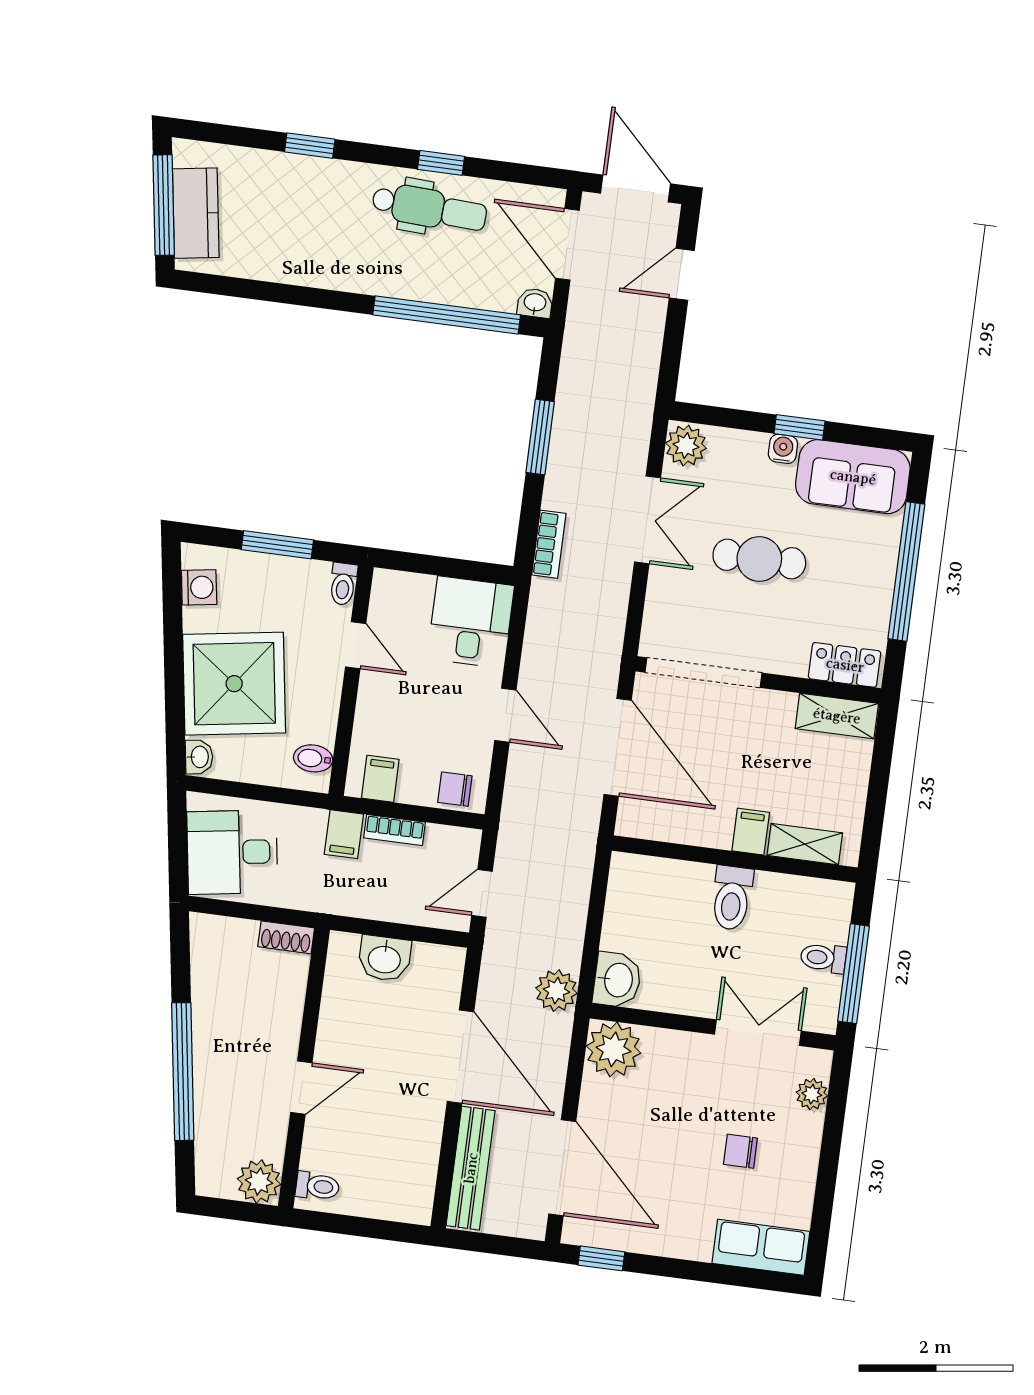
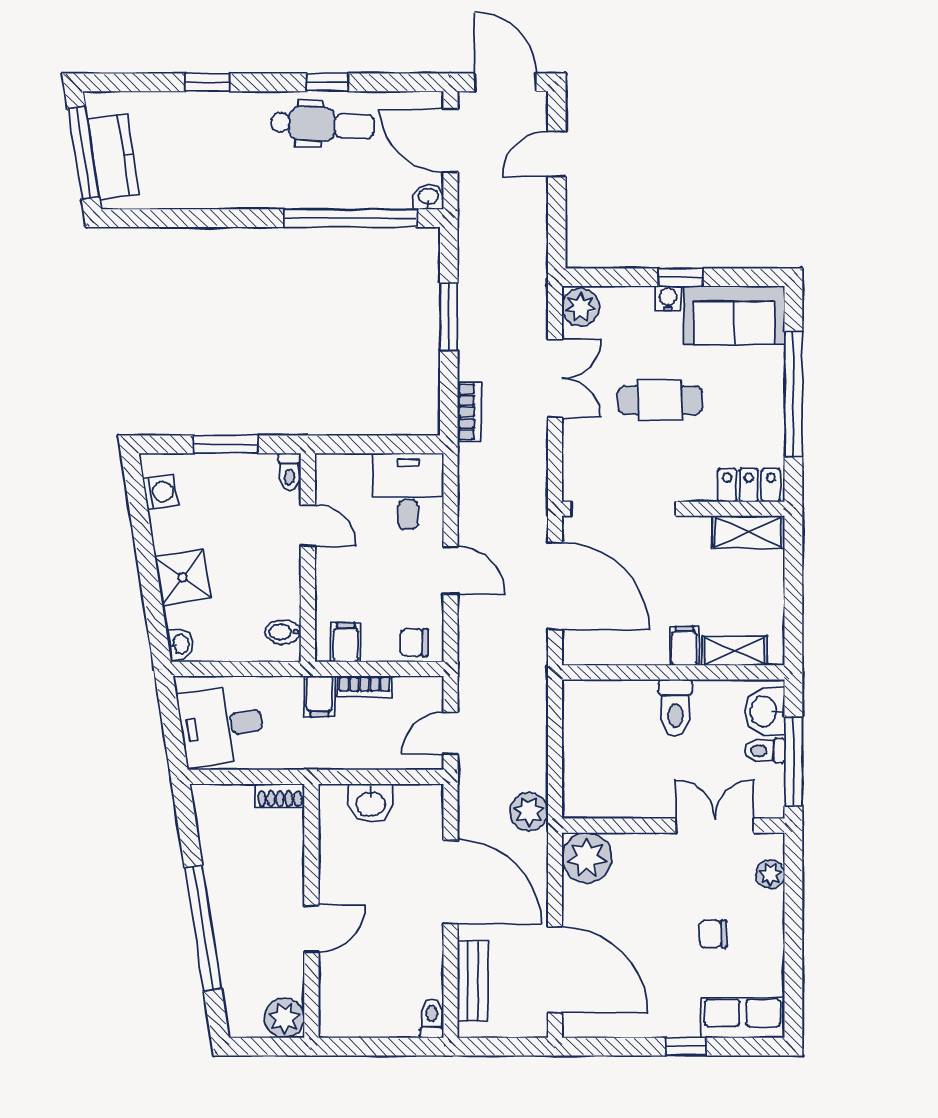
shower: (234, 684) -> (182, 577), width x0.54, depth x0.54
washbasin: (617, 980) -> (765, 712), moved, turned 180
bench: (471, 1168) -> (473, 981), width x0.73
toilet: (317, 1186) -> (432, 1019), moved, turned -90
window: (601, 1258) -> (686, 1047), moved

